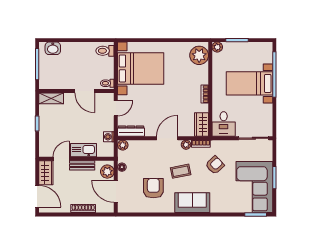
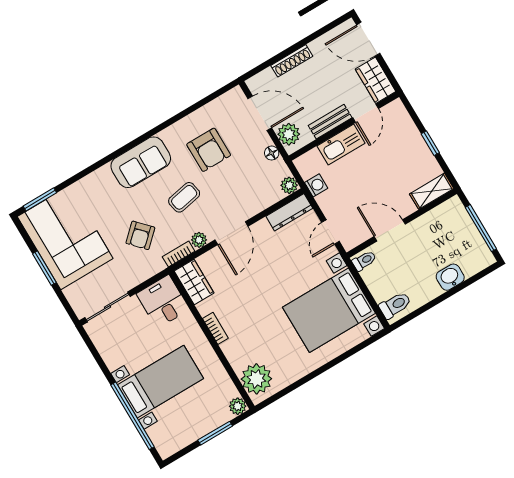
washbasin: (53, 48) -> (450, 277), moved

